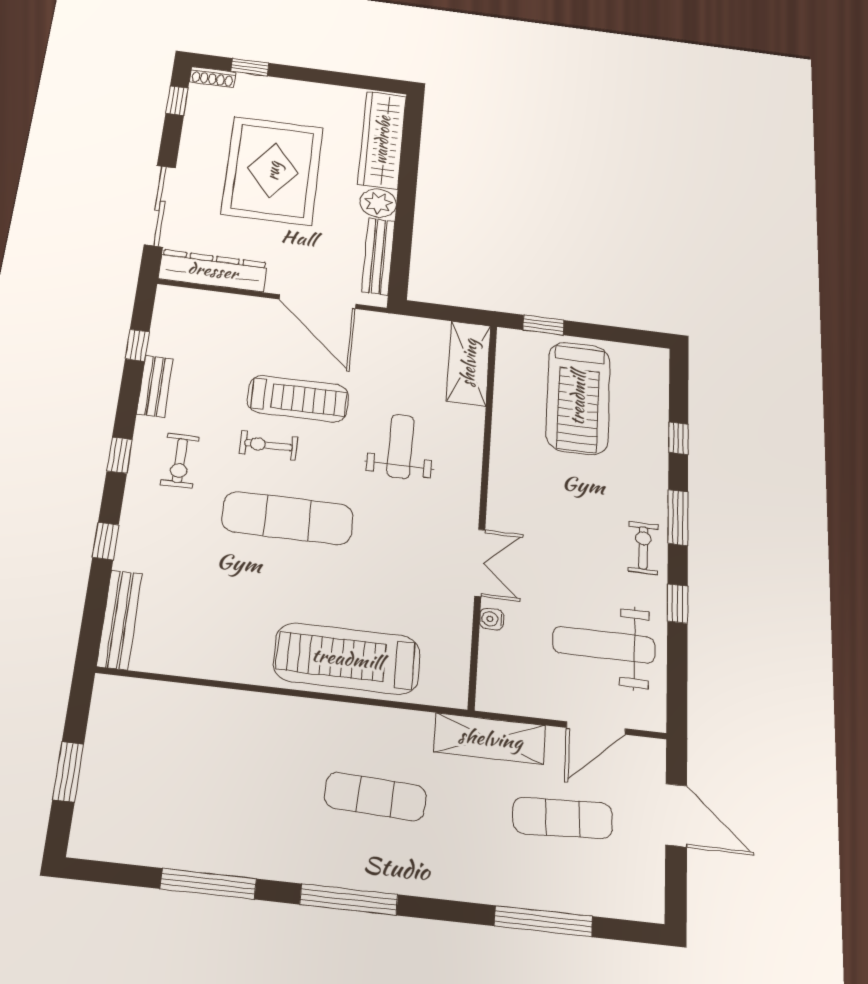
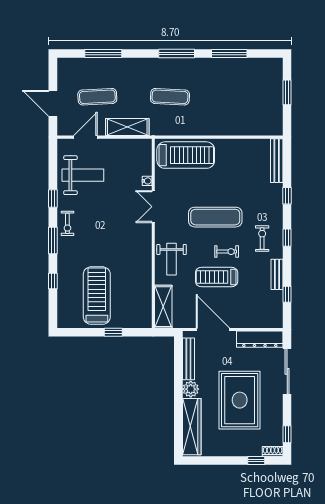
shelving: (469, 363) -> (163, 307), moved
wall: (483, 508) -> (153, 233), moved
double door: (480, 563) -> (153, 207), moved
water cooler: (492, 619) -> (147, 181), moved

